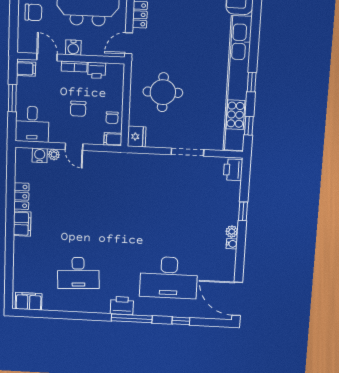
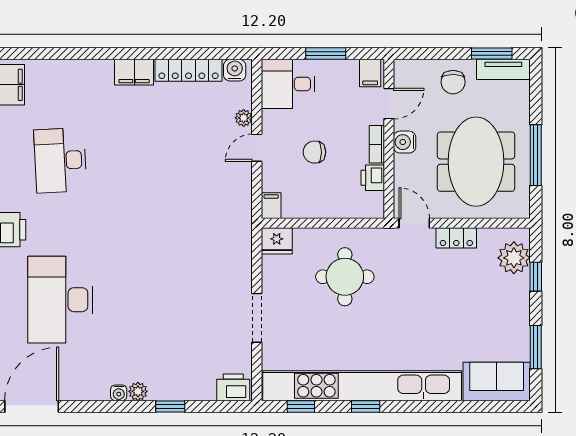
chair: (112, 118) -> (304, 203), removed
water cooler: (40, 155) -> (235, 70), moved, turned -90
locker: (21, 196) -> (189, 70), width x1.53

